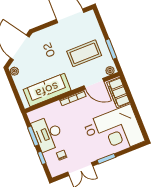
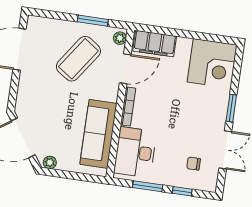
coffee table: (84, 53) -> (78, 59), turned 35
corner desk: (119, 130) -> (212, 63), width x0.74, depth x0.74
desk: (48, 134) -> (135, 152), moved, turned 90

